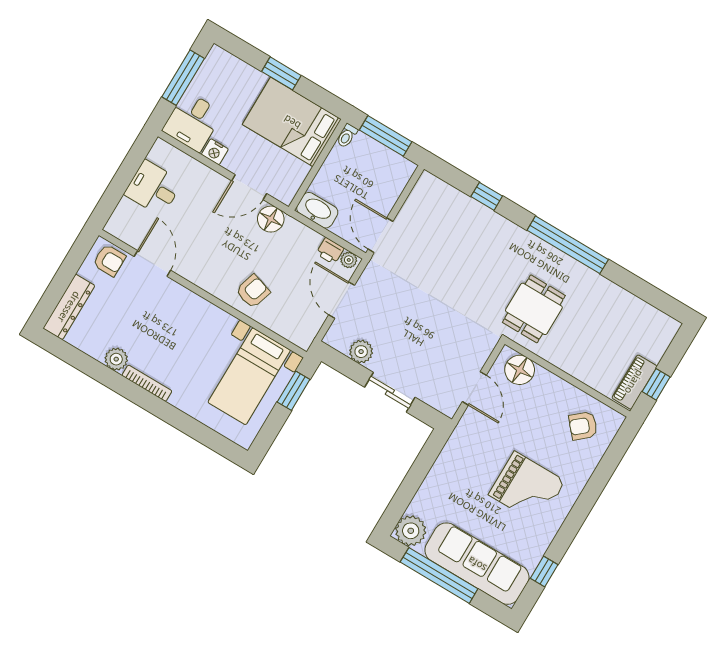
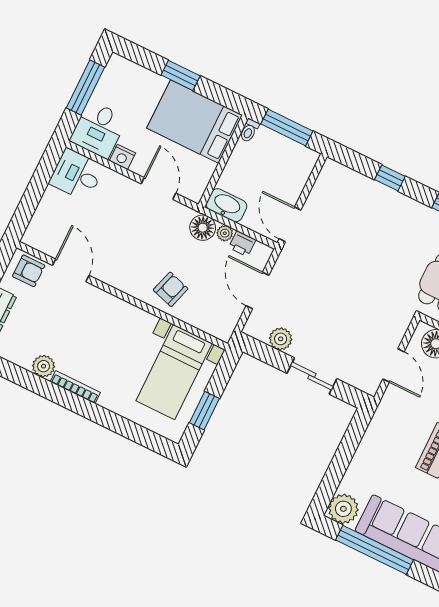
door: (249, 187) -> (158, 188), swing flipped
desk: (153, 188) -> (77, 175), moved
floor lamp: (271, 219) -> (203, 228), moved
plant: (349, 260) -> (225, 233), moved
window: (294, 391) -> (204, 411), moved

